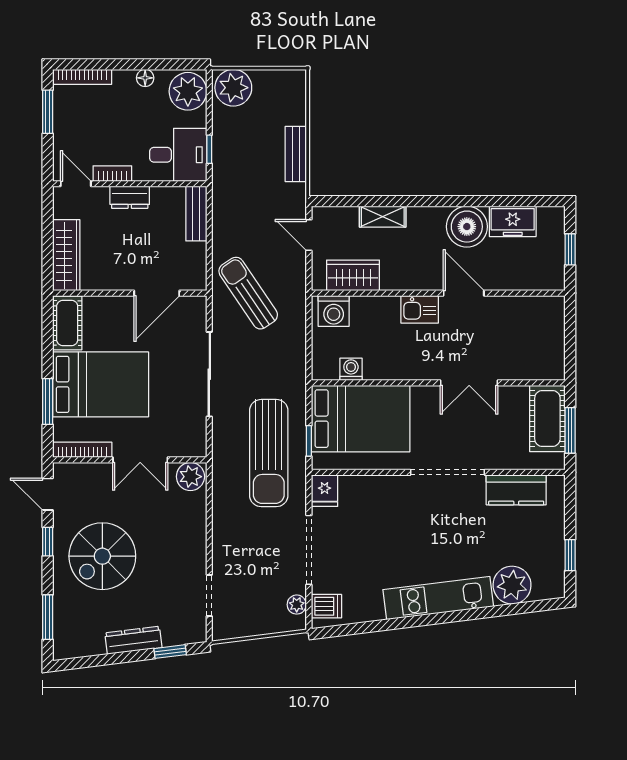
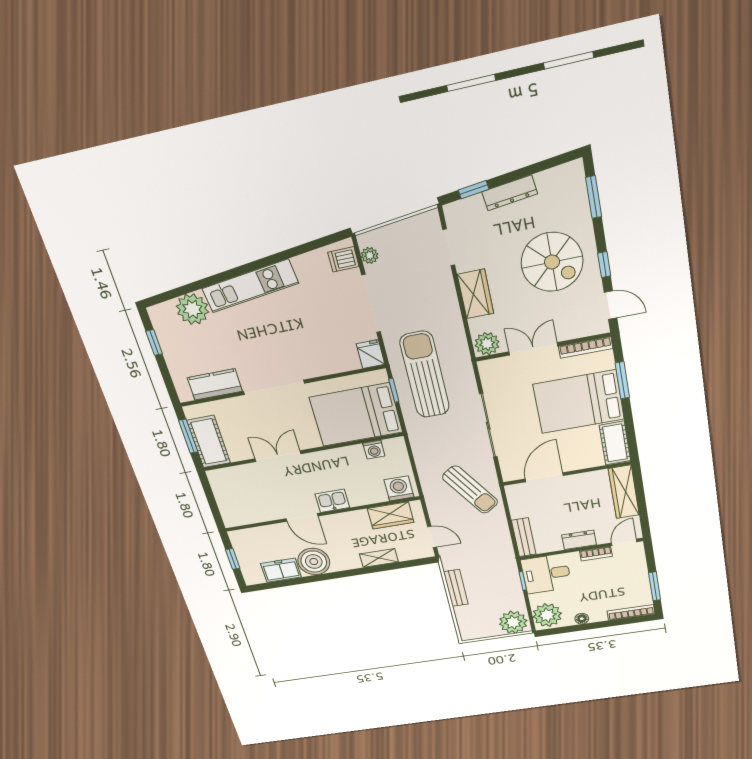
door: (76, 184) -> (624, 542), swing flipped
wardrobe: (191, 537) -> (476, 294), added
spiral stairs: (102, 556) -> (552, 262), turned 90

